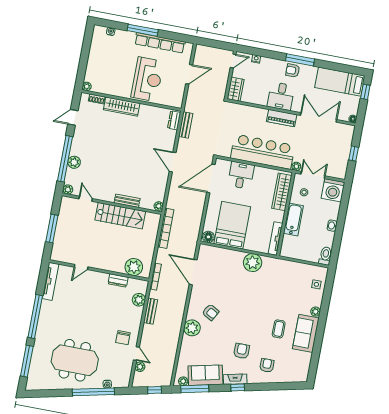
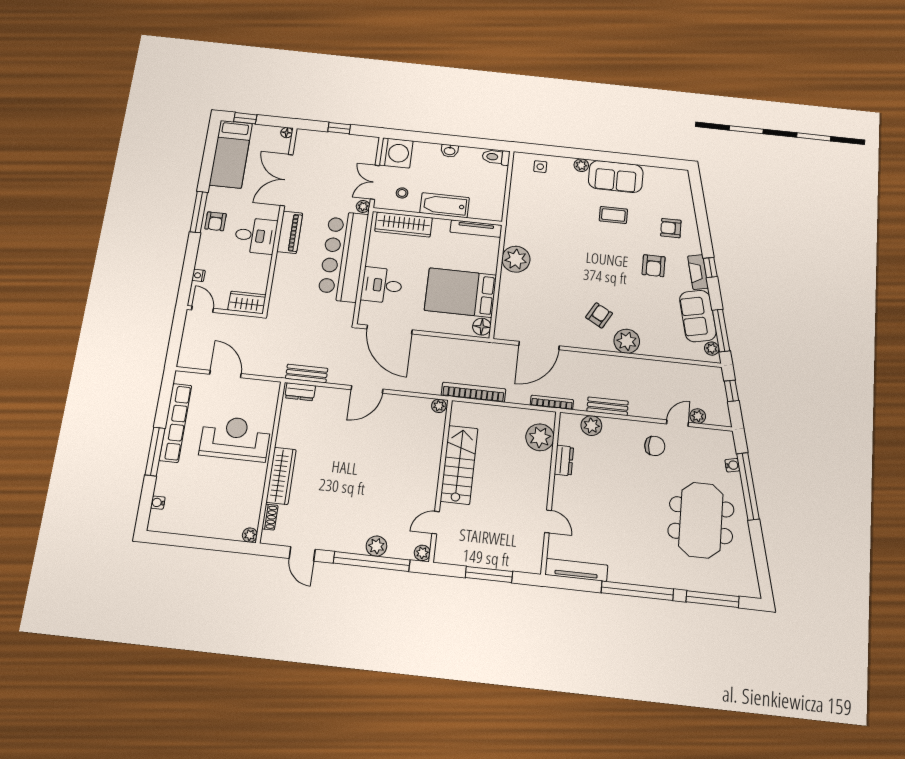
bench: (127, 201) -> (434, 456), removed
armchair: (242, 351) -> (654, 266), turned -90

